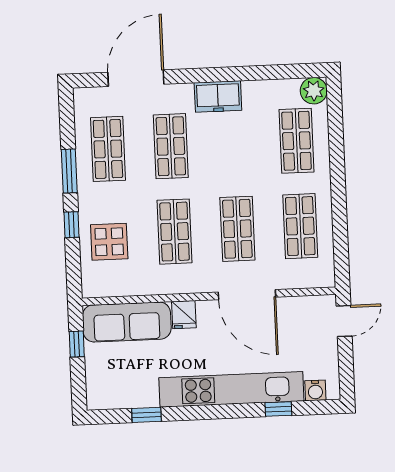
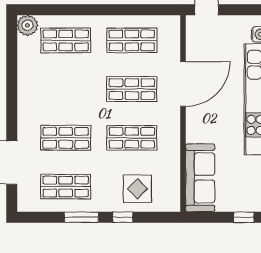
freezer: (218, 96) -> (29, 100), removed
fridge: (184, 315) -> (196, 133), removed
window: (77, 344) -> (244, 217), moved

